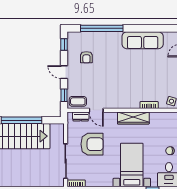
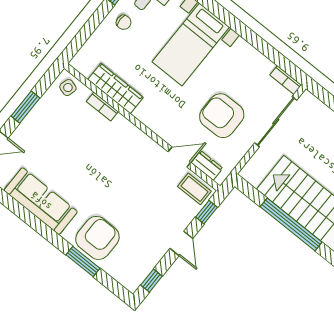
window: (102, 28) -> (83, 261), width x0.47
armchair: (86, 57) -> (97, 238), moved, width x1.88, depth x1.88
door: (96, 110) -> (179, 157), hinge flipped
wardrobe: (133, 118) -> (115, 88), moved

